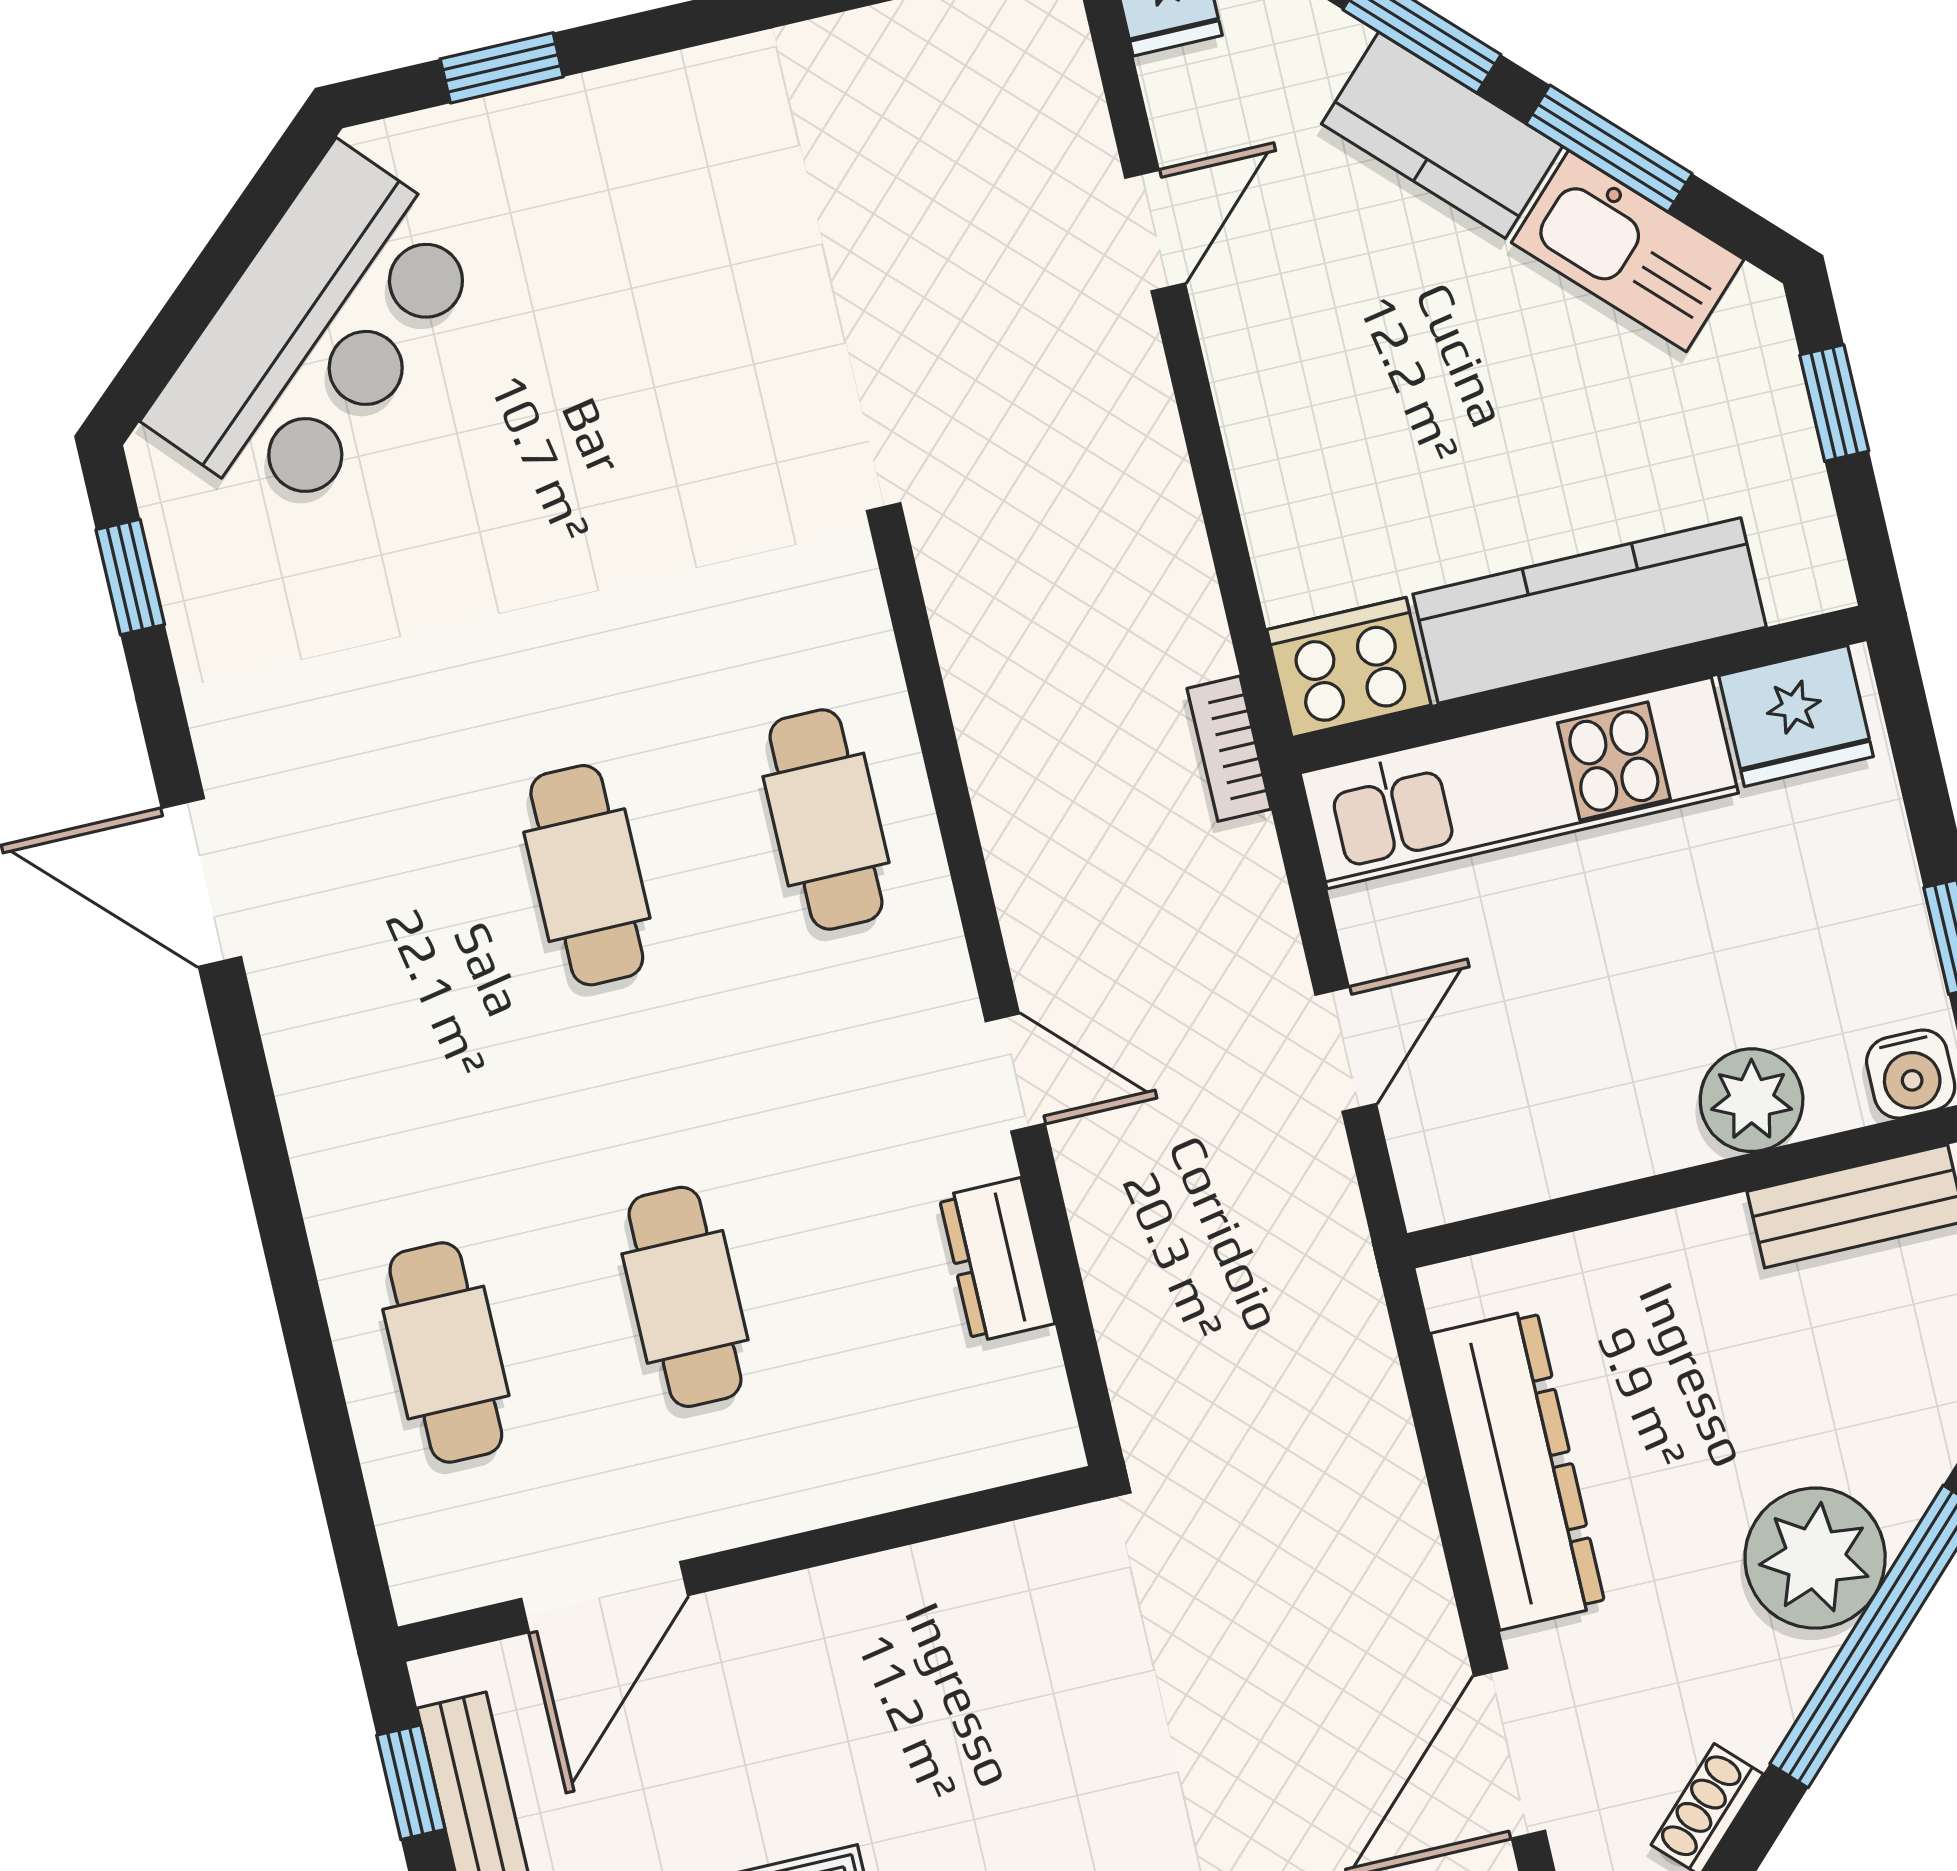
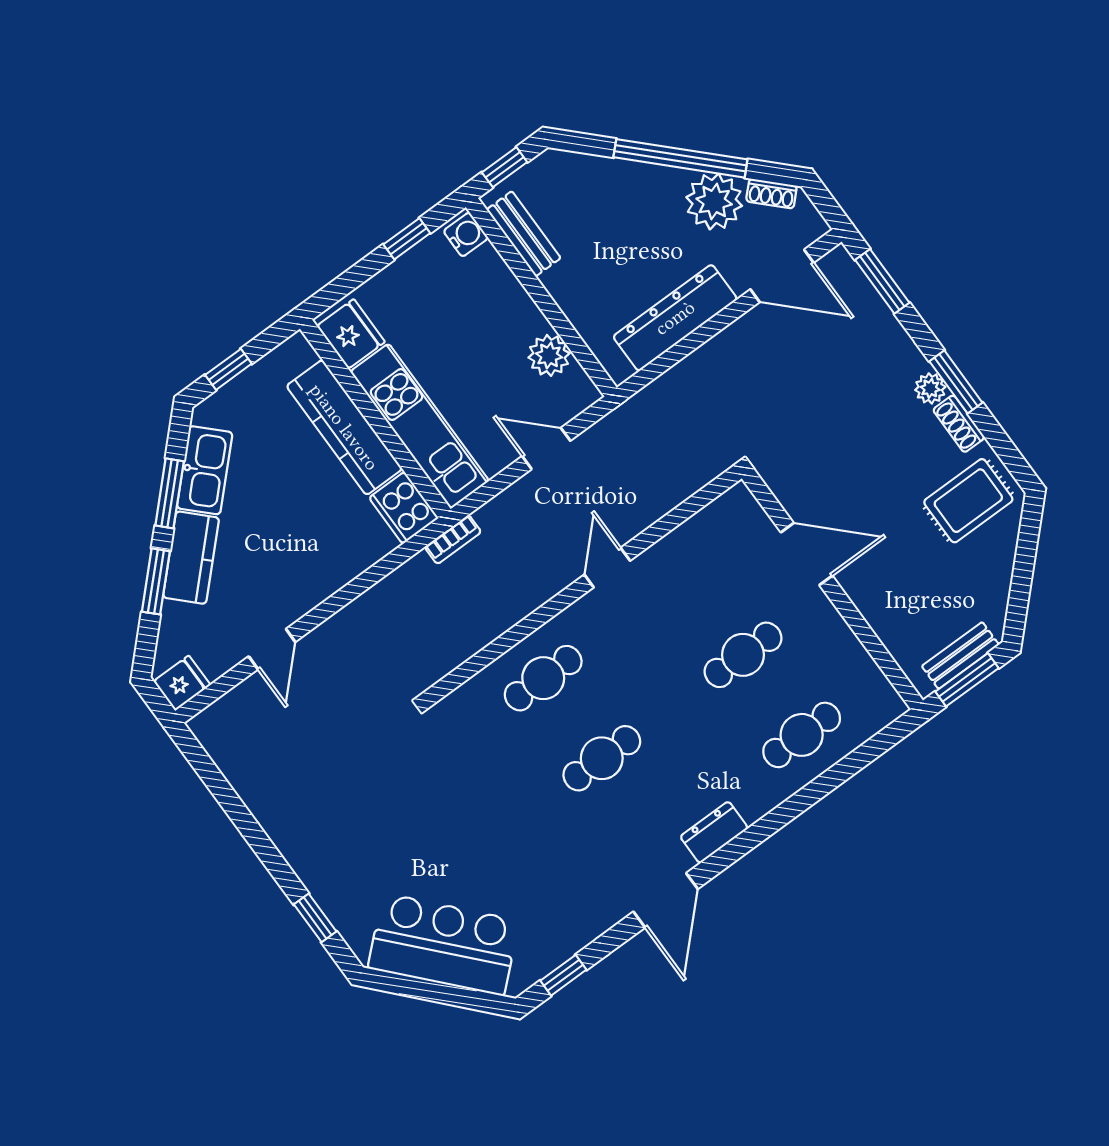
door: (1155, 231) -> (272, 649), swing flipped
plant: (1752, 1100) -> (549, 355), moved
dresser: (997, 1260) -> (714, 832), moved, turned 180
plant: (1815, 1558) -> (714, 202), moved
door: (605, 1597) -> (807, 554), moved
window: (411, 1782) -> (967, 680), width x1.50

